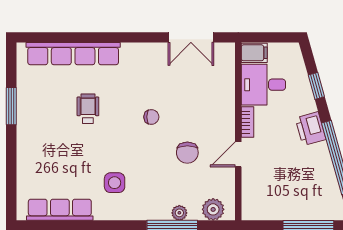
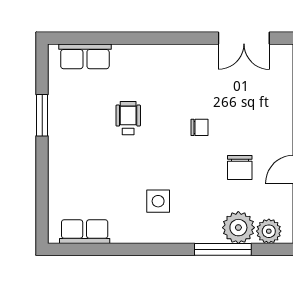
row of seats: (73, 54) -> (85, 56), width x0.50
row of seats: (60, 210) -> (85, 232), width x0.68
plant: (179, 213) -> (238, 228), width x1.88, depth x1.88

